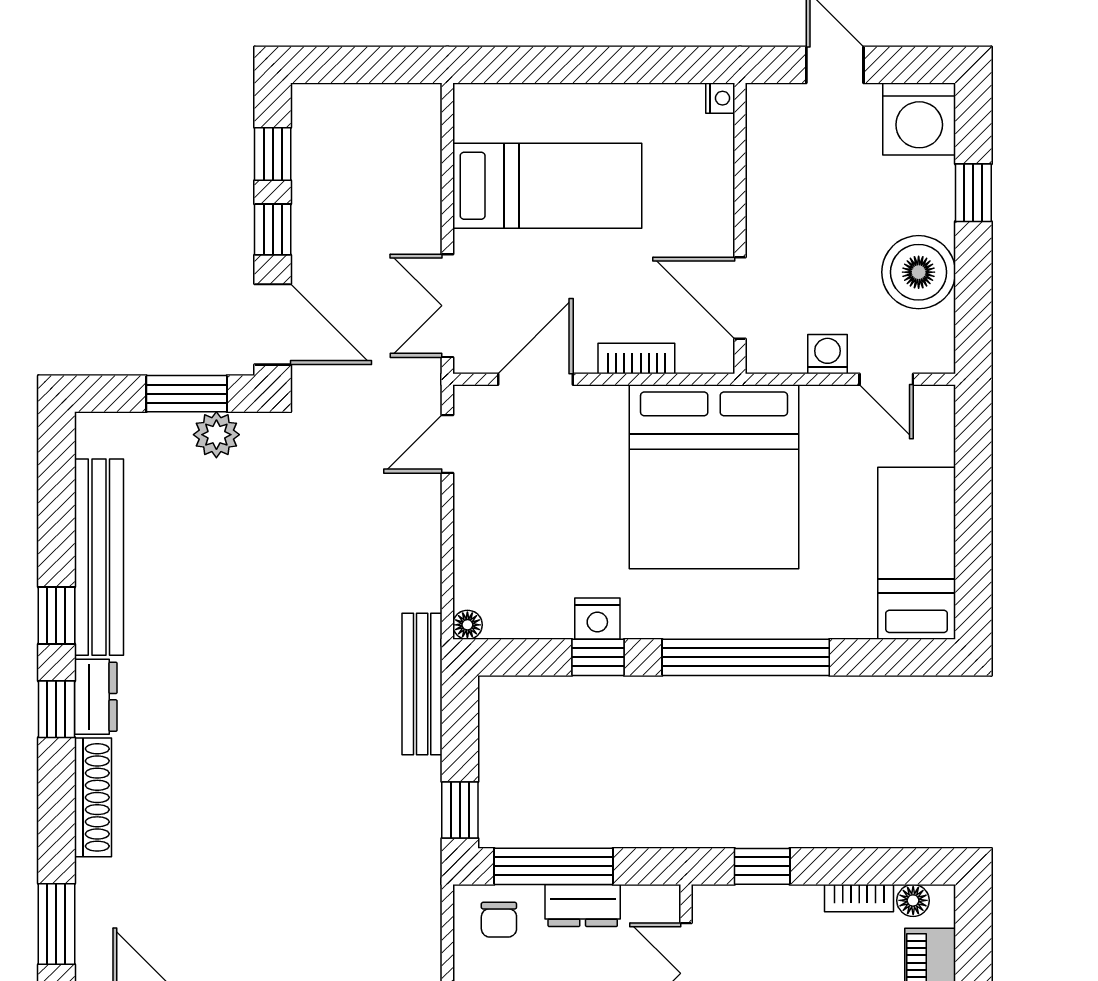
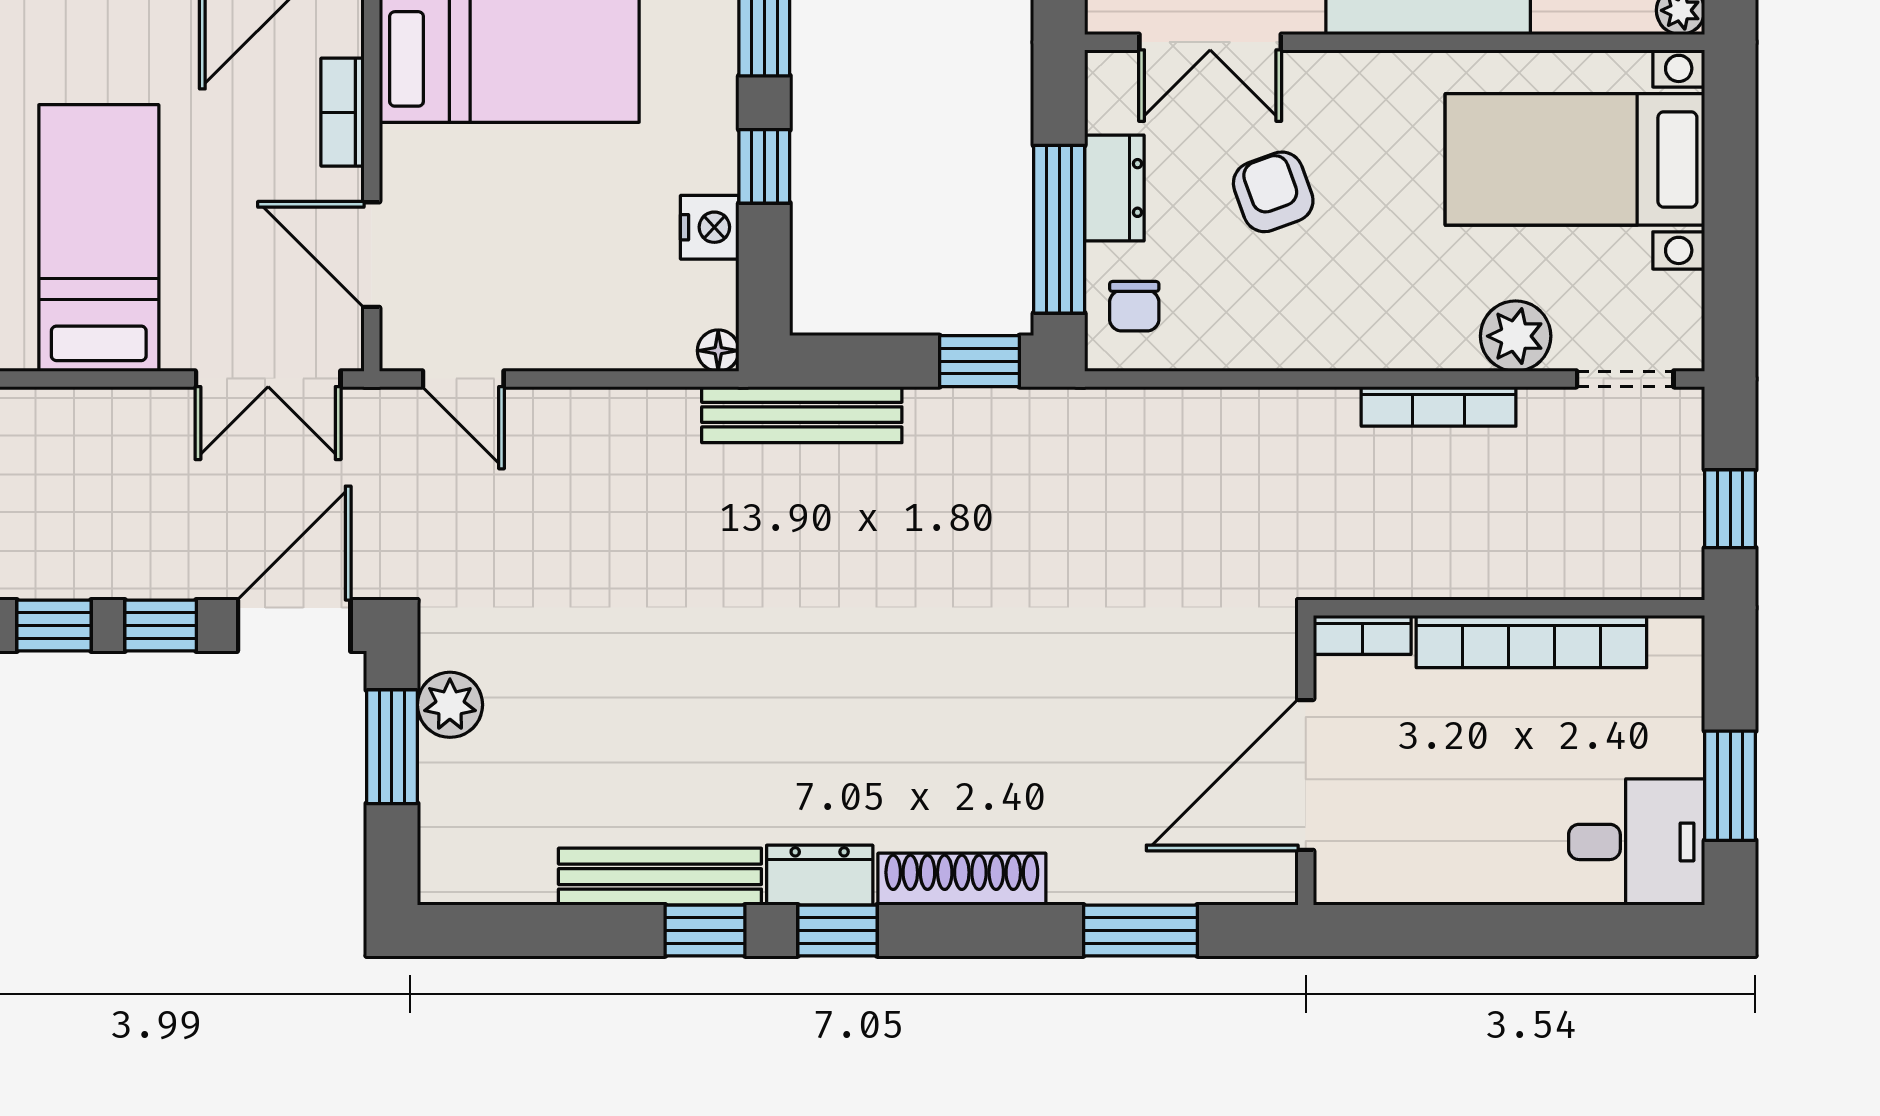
bench: (99, 557) -> (660, 877), width x0.73, depth x0.82
nightstand: (597, 619) -> (710, 227), moved
chair: (499, 920) -> (1134, 306), turned 90

